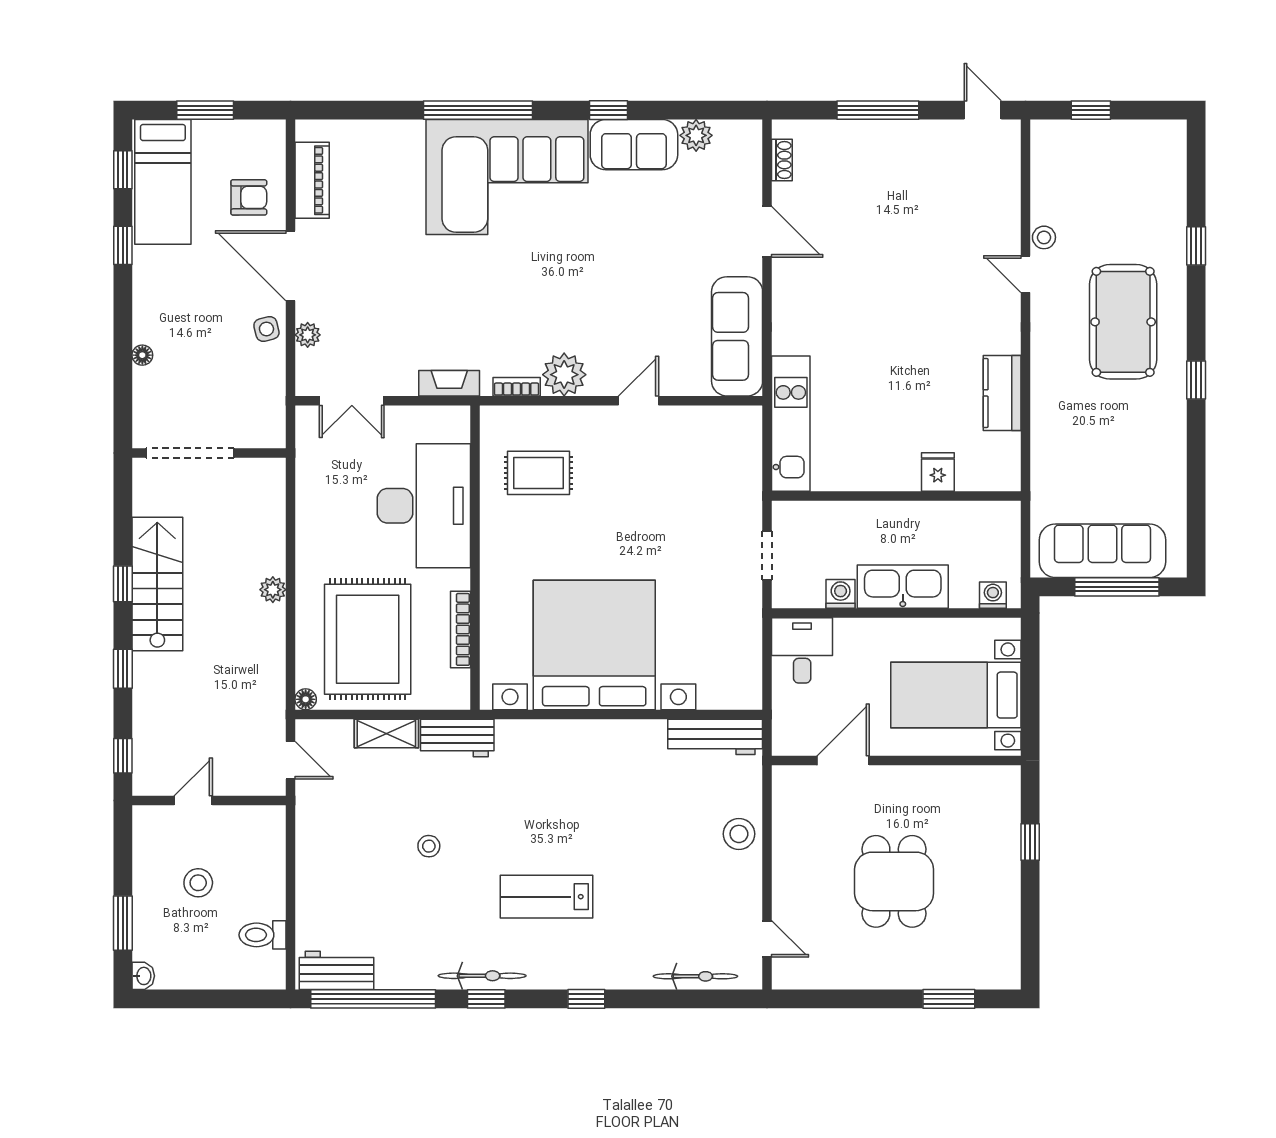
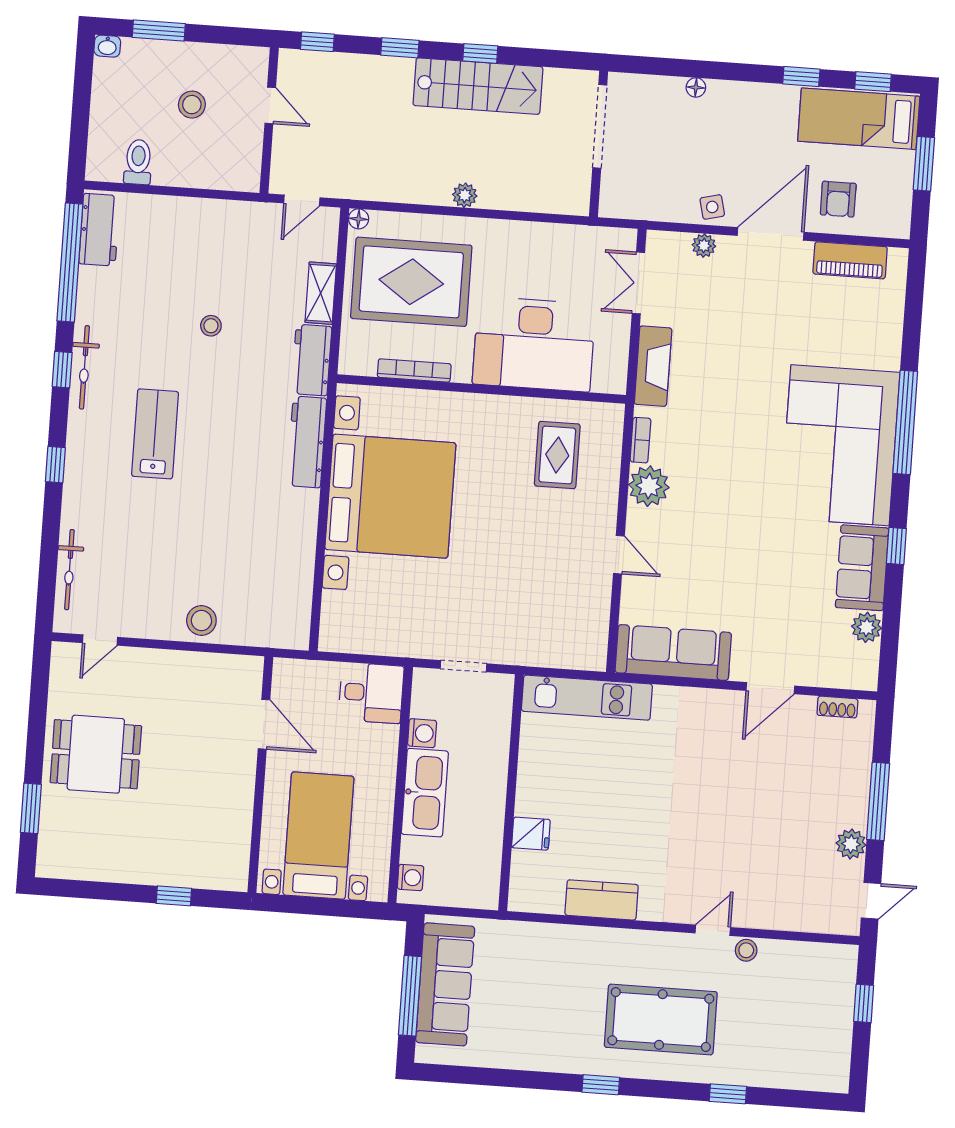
plant: (925, 135) -> (851, 844), added
fireplace: (449, 383) -> (653, 366), width x1.37, depth x1.32
workbench: (715, 737) -> (307, 442), moved
dining table: (894, 881) -> (96, 754), moved

